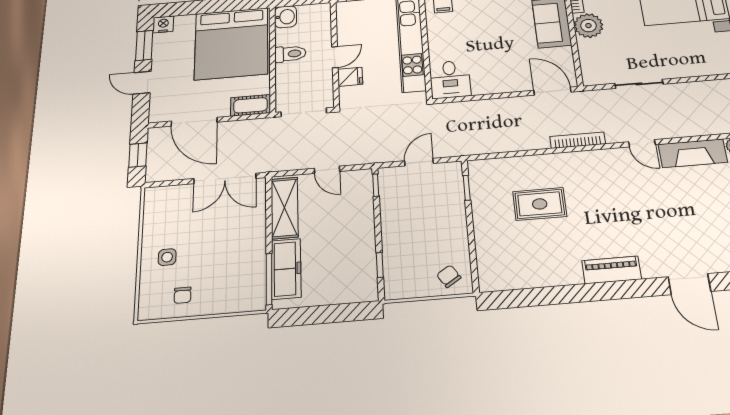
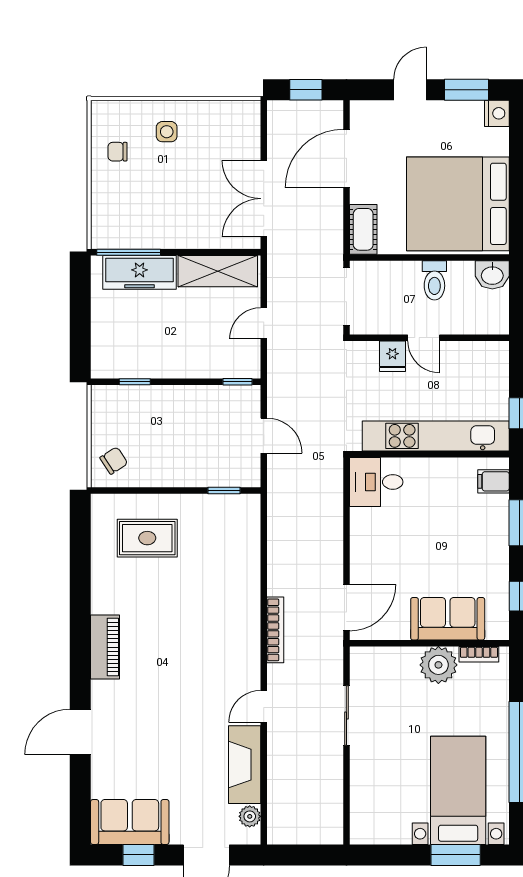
rug: (540, 204) -> (147, 538), moved, turned 90

